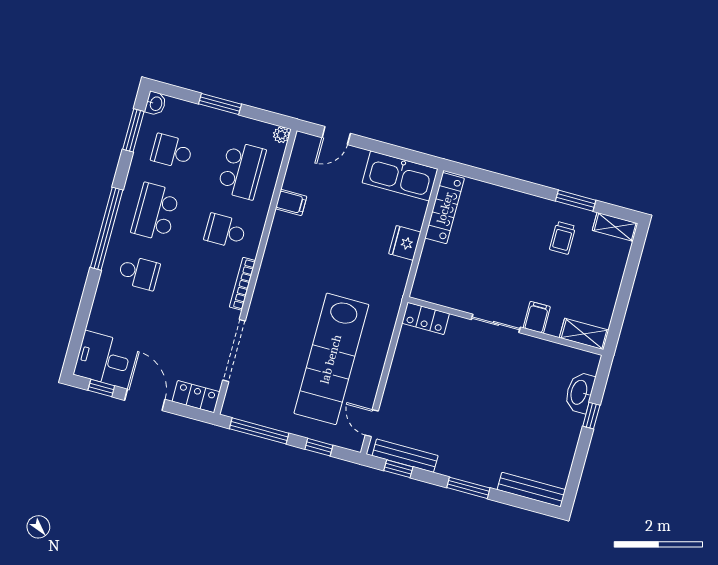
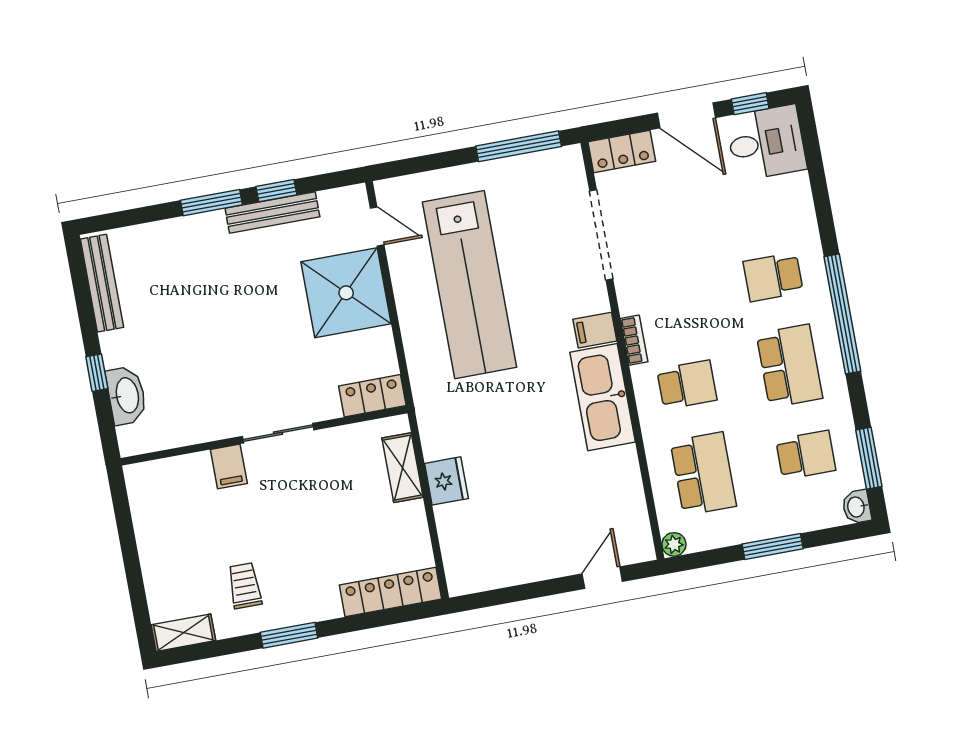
school desk: (242, 170) -> (703, 474), turned 180
kitchen sink: (400, 176) -> (603, 397), moved, turned -90
window: (576, 201) -> (289, 635), moved
filing cabinet: (291, 202) -> (595, 330), moved
locker: (445, 208) -> (391, 592), moved, turned 90
bookcase: (242, 284) -> (634, 340), width x0.64
shelving: (584, 334) -> (403, 468), moved, turned 90
lab bench: (331, 359) -> (470, 285), turned 180
shower: (411, 391) -> (346, 293), added
window: (319, 447) -> (431, 162), removed
bench: (405, 456) -> (272, 212), moved
window: (398, 469) -> (276, 191), moved
bench: (531, 490) -> (102, 283), moved, turned 90

